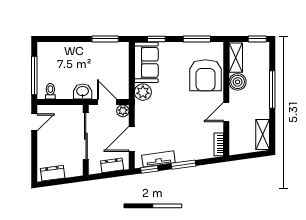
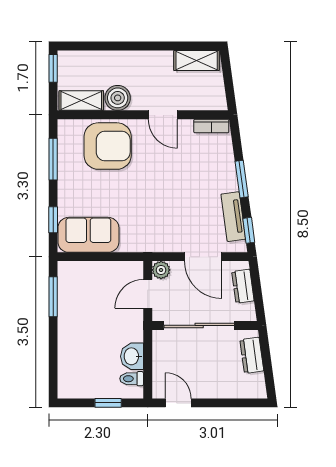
window: (34, 76) -> (108, 403), width x0.46
window: (272, 89) -> (129, 46), removed
washbasin: (83, 92) -> (132, 356), moved
plant: (143, 92) -> (133, 240), removed
dresser: (53, 173) -> (252, 355), moved

